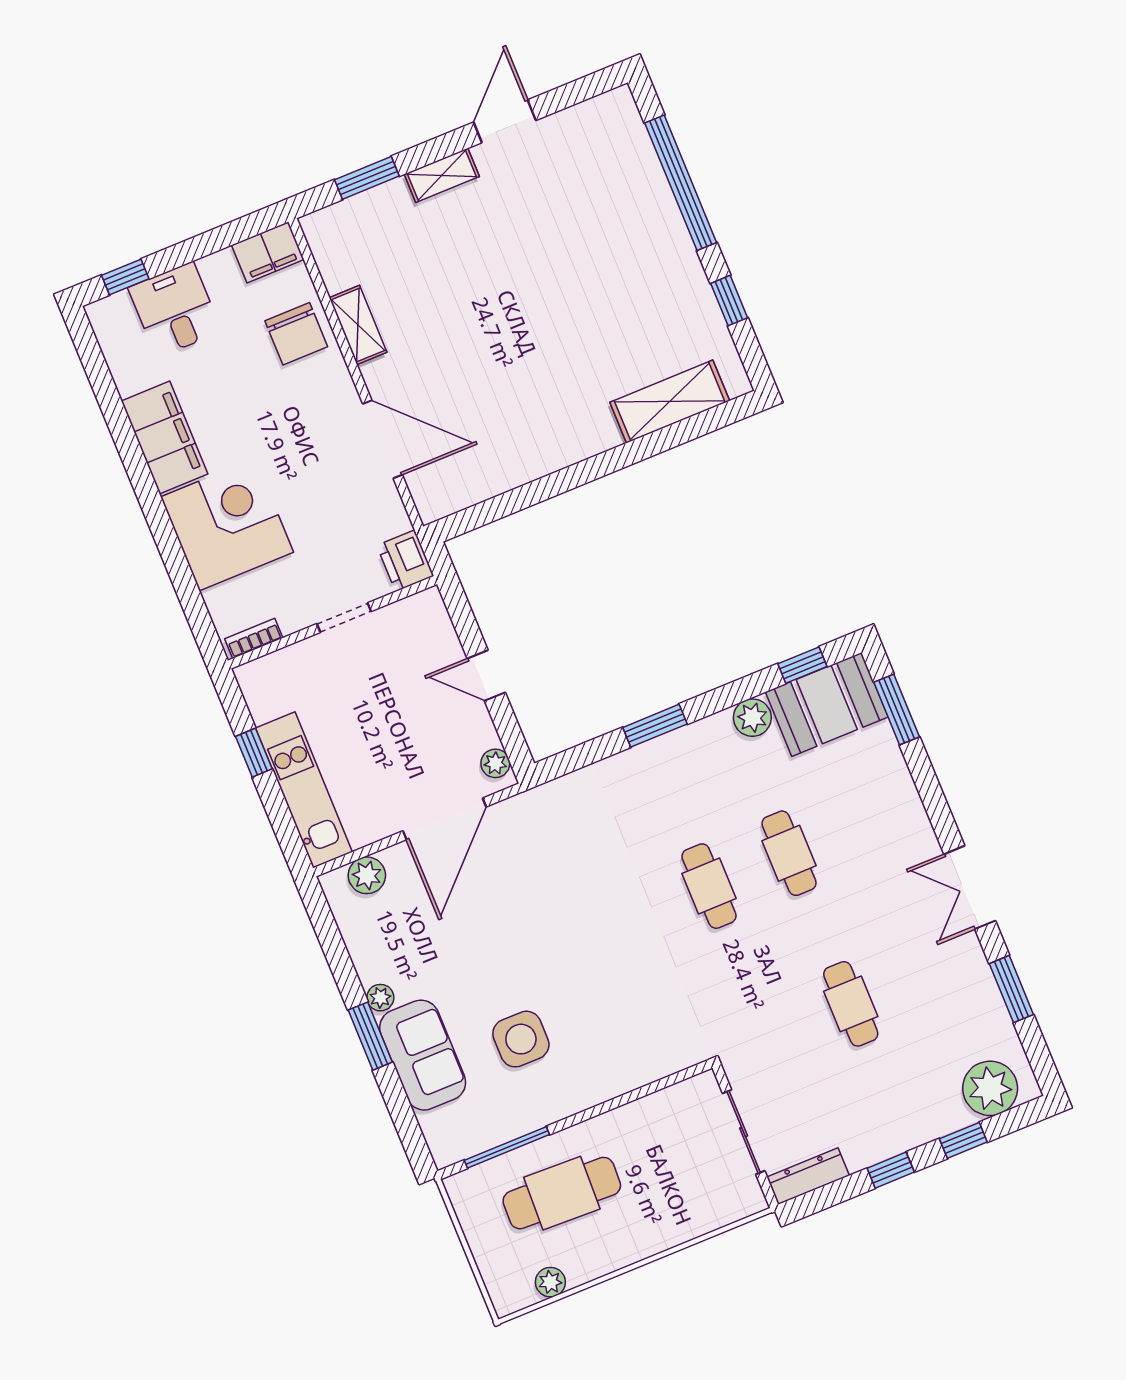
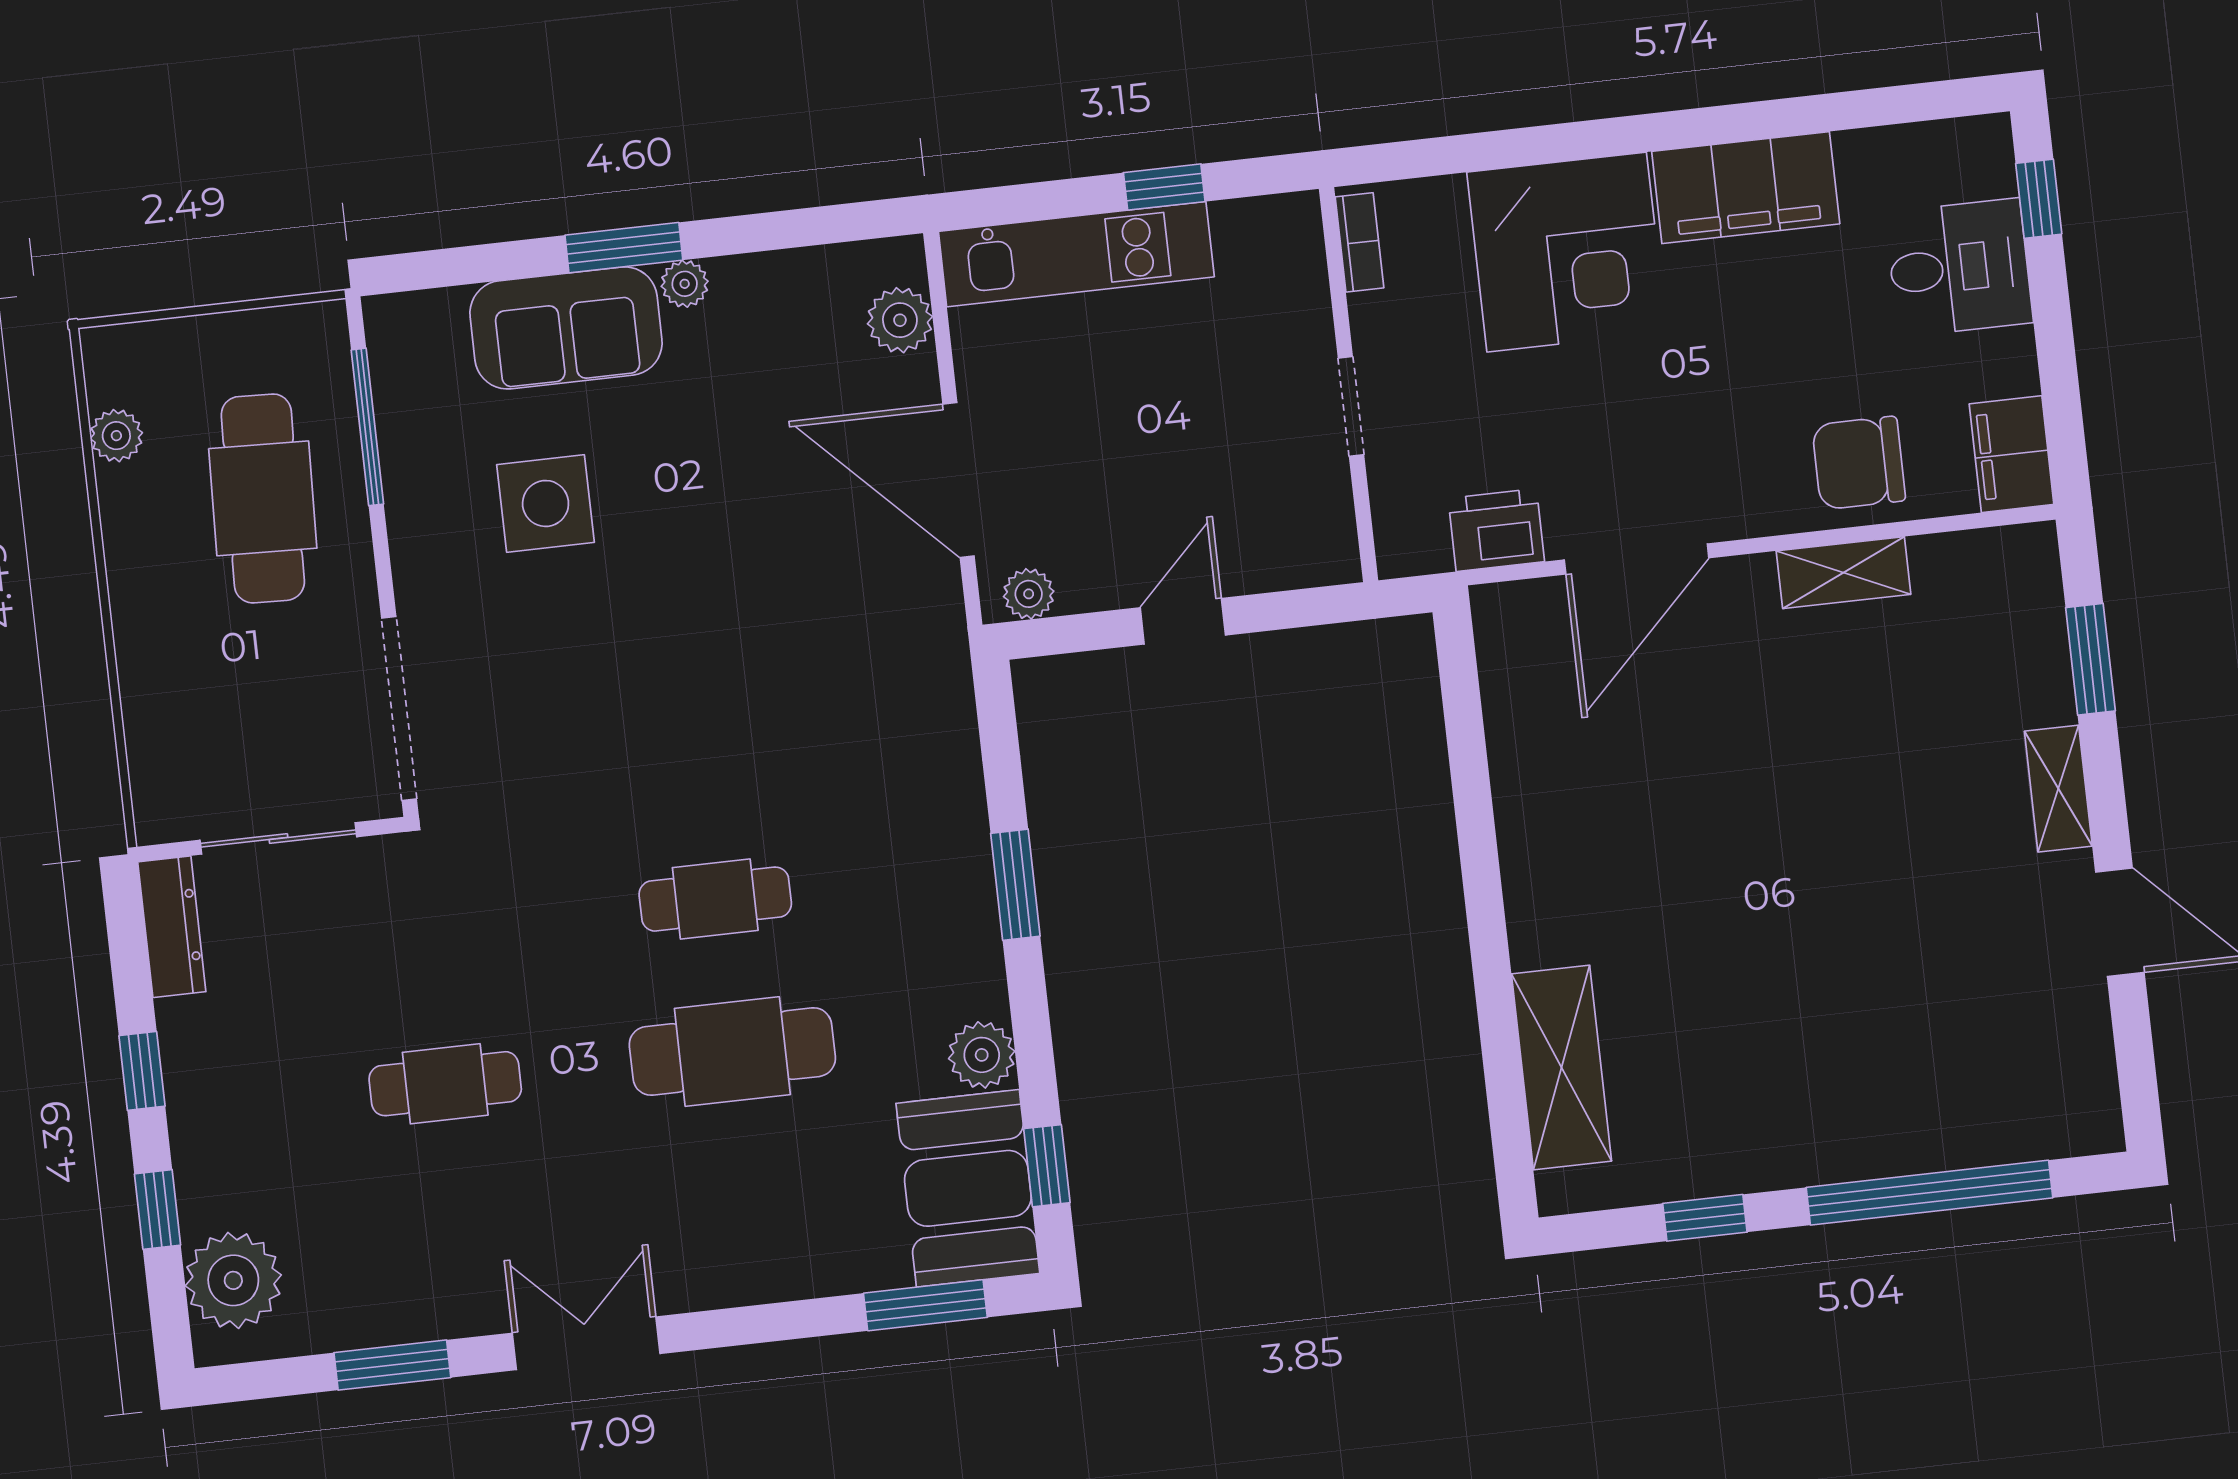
printer: (405, 561) -> (1496, 530), moved
cafe table: (789, 853) -> (732, 1052), width x1.37, depth x1.35
doorway: (655, 1087) -> (399, 709), added

